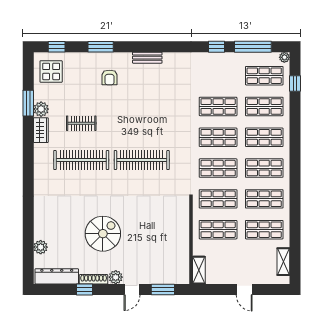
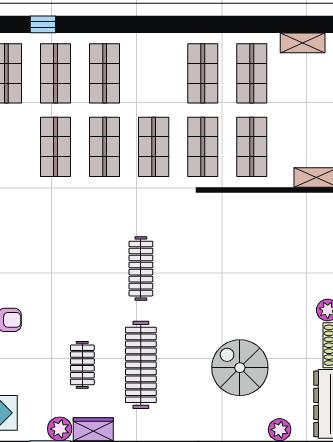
window: (295, 84) -> (43, 24), moved
clothes rail: (142, 160) -> (141, 269), width x0.73, depth x0.76
shop shelf: (264, 168) -> (154, 73), removed
spiral stairs: (103, 234) -> (240, 368), moved

